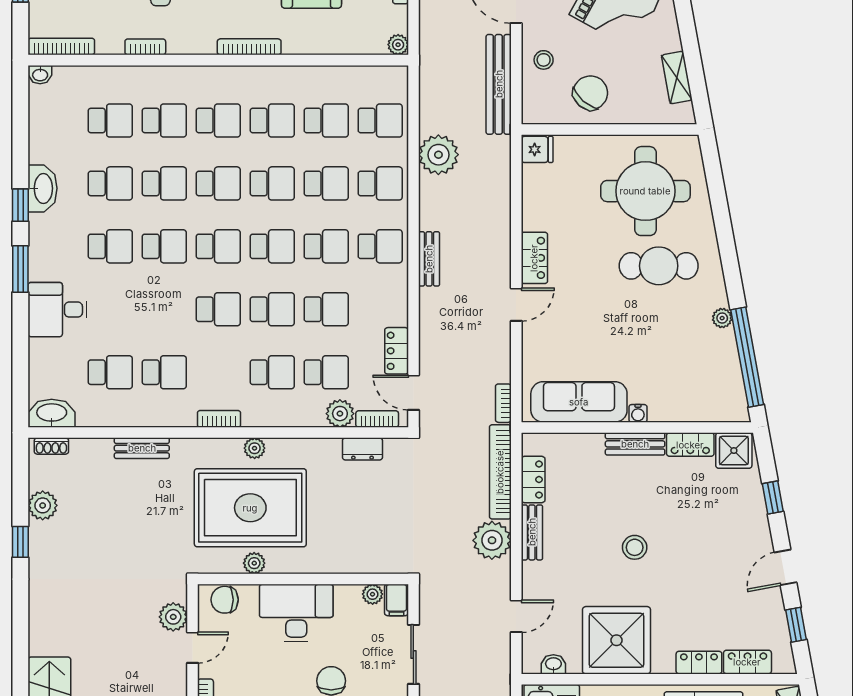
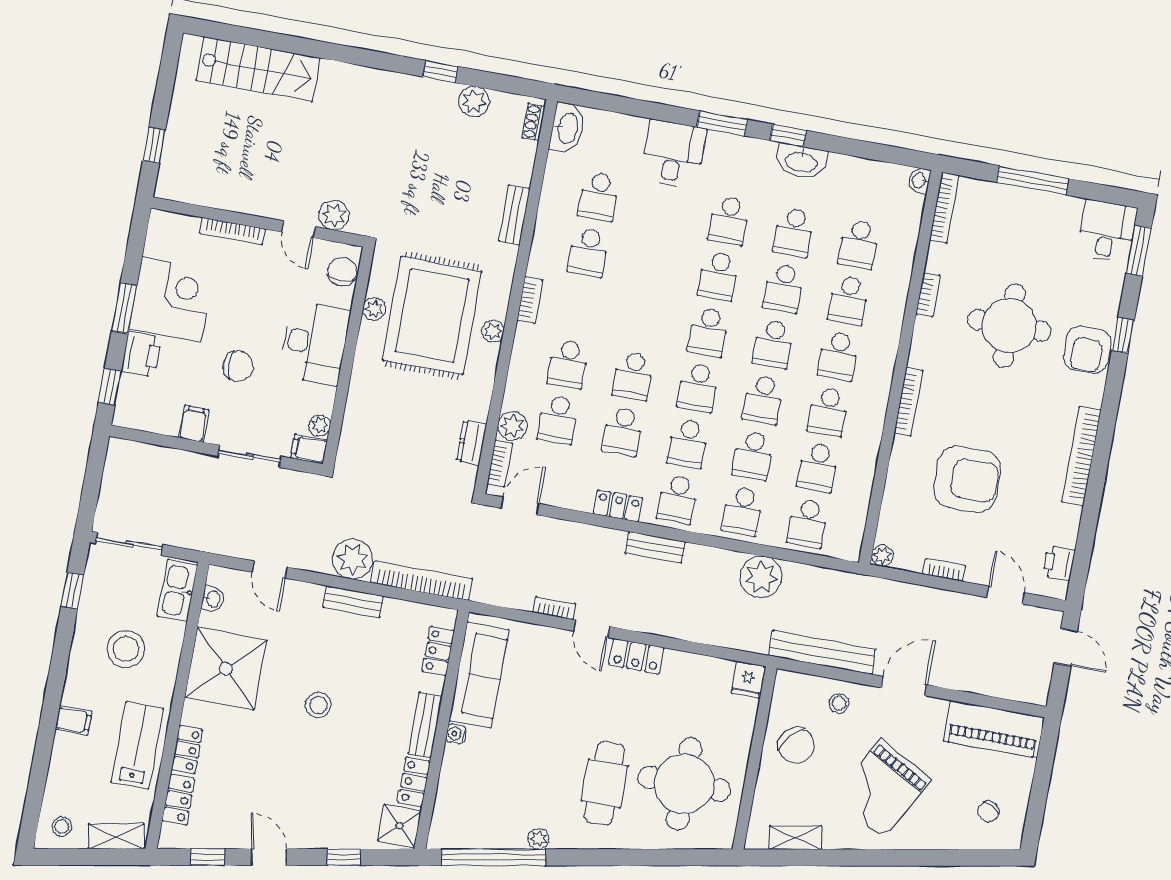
school desk: (218, 309) -> (643, 320), removed
locker: (397, 351) -> (618, 506), moved
bookcase: (503, 403) -> (554, 608), moved
locker: (533, 480) -> (438, 651), moved, turned 90

